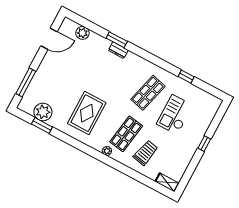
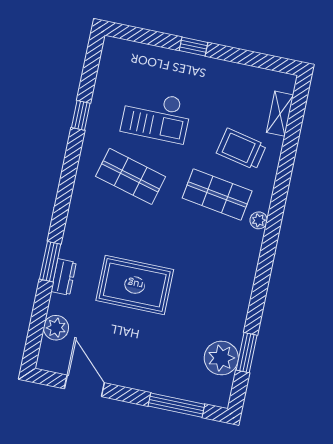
dresser: (118, 50) -> (64, 277), moved
rug: (87, 113) -> (135, 285), moved
shelving: (167, 182) -> (280, 114), moved

